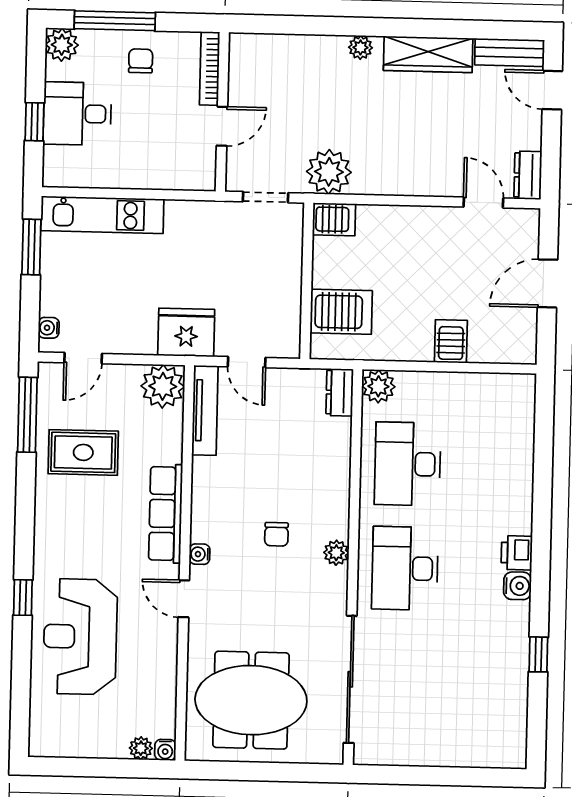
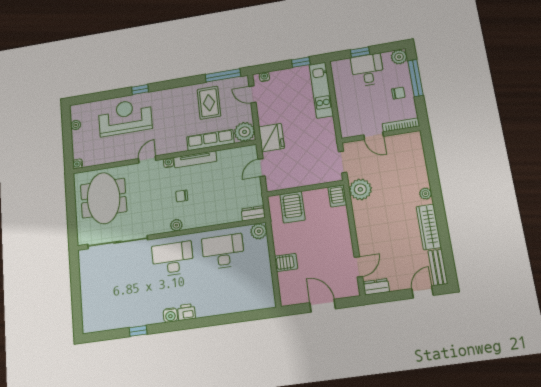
window: (31, 247) -> (301, 62), width x0.67
tv unit: (205, 410) -> (195, 159), moved
row of seats: (166, 514) -> (210, 140), moved
plant: (141, 748) -> (76, 125), moved

